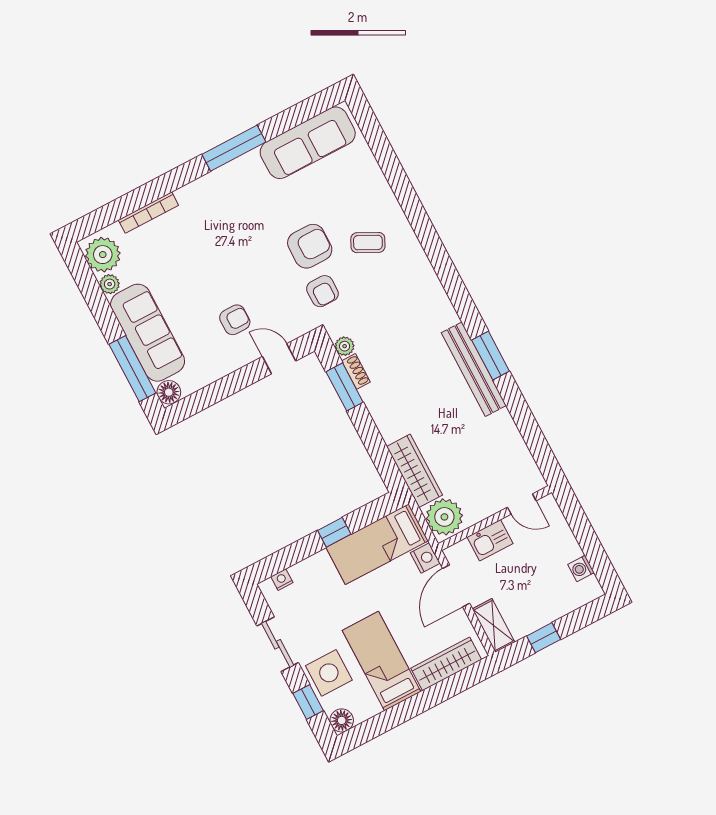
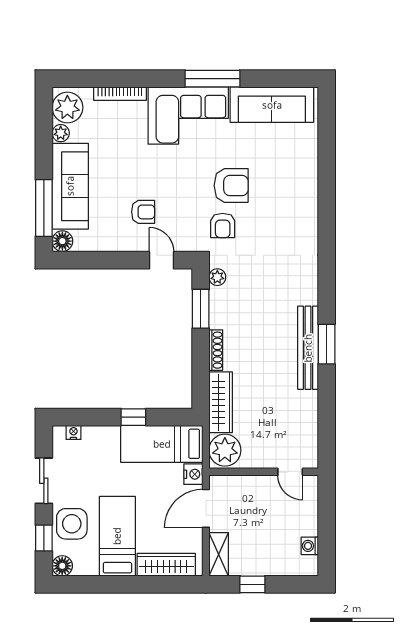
corner sofa: (229, 198) -> (188, 115), added
coffee table: (368, 243) -> (278, 206), removed
shoe rack: (356, 371) -> (216, 350), moved, width x1.43
kitchen sink: (490, 540) -> (251, 487), removed

